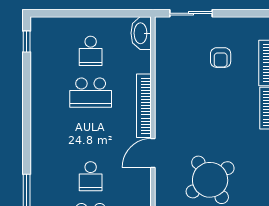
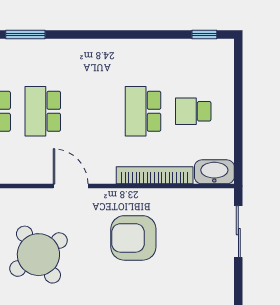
armchair: (221, 58) -> (133, 238), moved, width x1.88, depth x1.88
bookcase: (144, 106) -> (155, 175), moved
school desk: (91, 176) -> (43, 111), width x1.85

